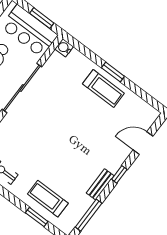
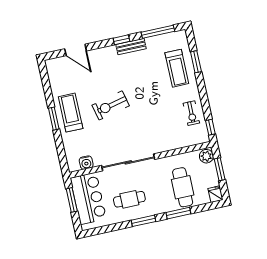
water cooler: (64, 48) -> (86, 163), moved
exercise bike: (76, 122) -> (111, 105), added
window: (119, 174) -> (121, 40), moved

